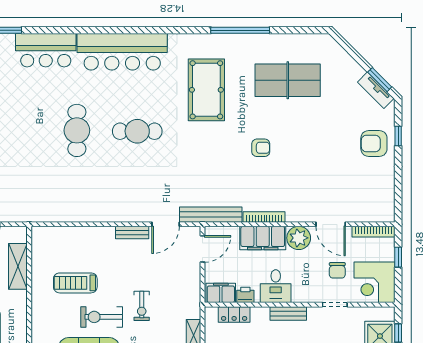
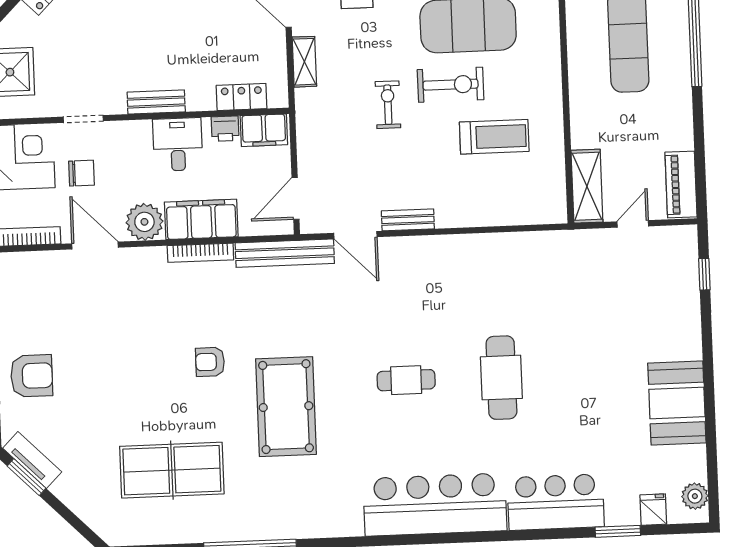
pool table: (206, 90) -> (286, 407), moved
cafe table: (137, 131) -> (406, 380), width x0.73, depth x0.74
door: (166, 224) -> (355, 235), swing flipped
shelving: (18, 266) -> (587, 186), moved
chair: (337, 270) -> (81, 173), turned 90

